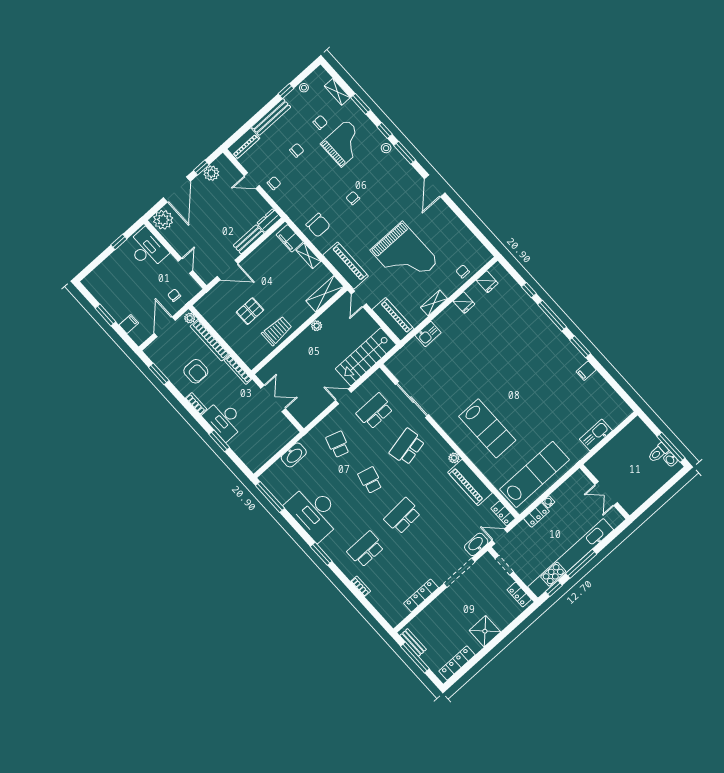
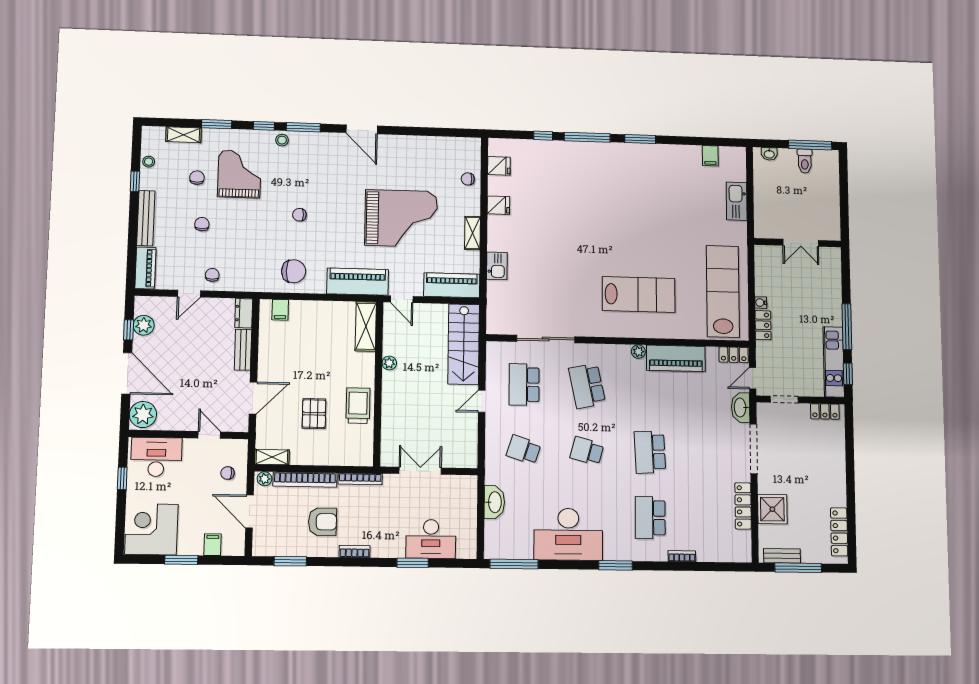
filing cabinet: (290, 238) -> (280, 310), width x0.50
shelving: (308, 256) -> (272, 457), moved
corner desk: (107, 284) -> (151, 529), added
filing cabinet: (586, 371) -> (710, 156), moved
desk: (224, 420) -> (431, 539), moved
washbasin: (670, 459) -> (769, 154), moved
kitchen unit: (571, 558) -> (834, 362), width x0.54
shower: (485, 631) -> (772, 509), moved

